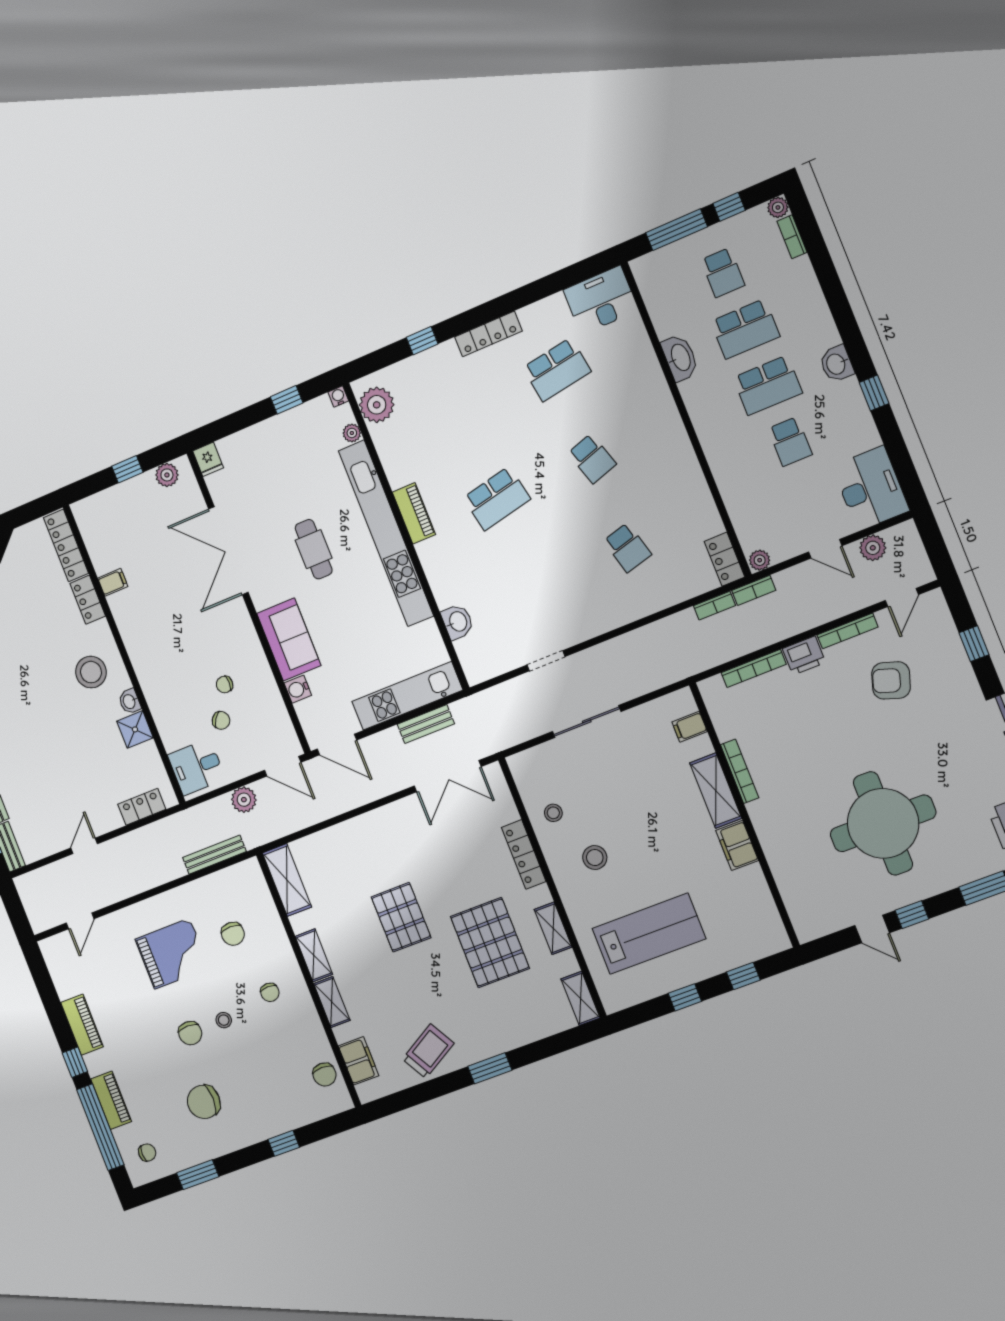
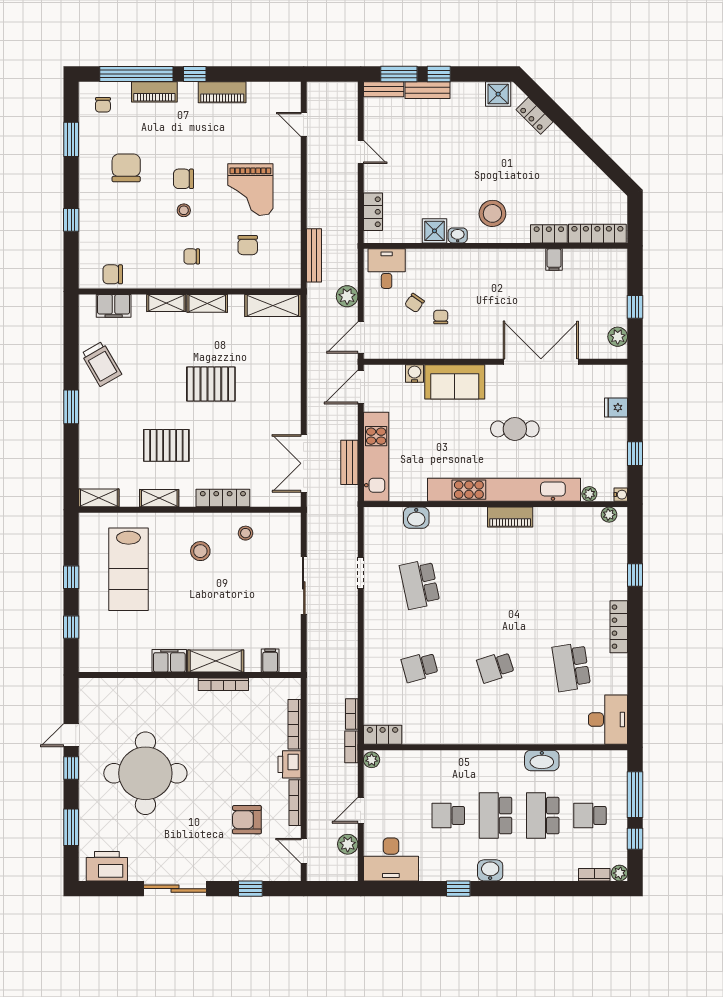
plant: (377, 405) -> (609, 515), width x0.53, depth x0.53
fridge: (208, 459) -> (616, 408), moved
school desk: (497, 498) -> (420, 584), moved
armchair: (891, 680) -> (247, 820), turned -108
chair: (233, 934) -> (248, 245), turned -90
pallet: (490, 943) -> (166, 445), width x0.73, depth x0.71

